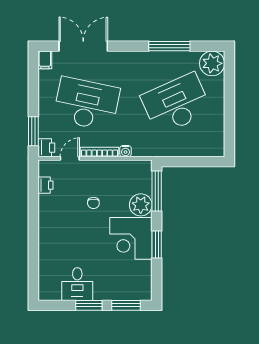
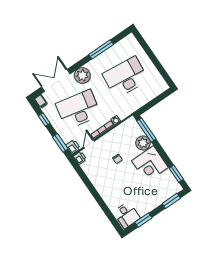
plant: (212, 63) -> (82, 75), moved
window: (33, 87) -> (44, 119), added
desk: (176, 104) -> (125, 77), turned 30
printer: (46, 185) -> (80, 158), moved
window: (157, 244) -> (176, 174), moved
desk: (77, 284) -> (127, 215), moved
window: (89, 305) -> (143, 220), moved

